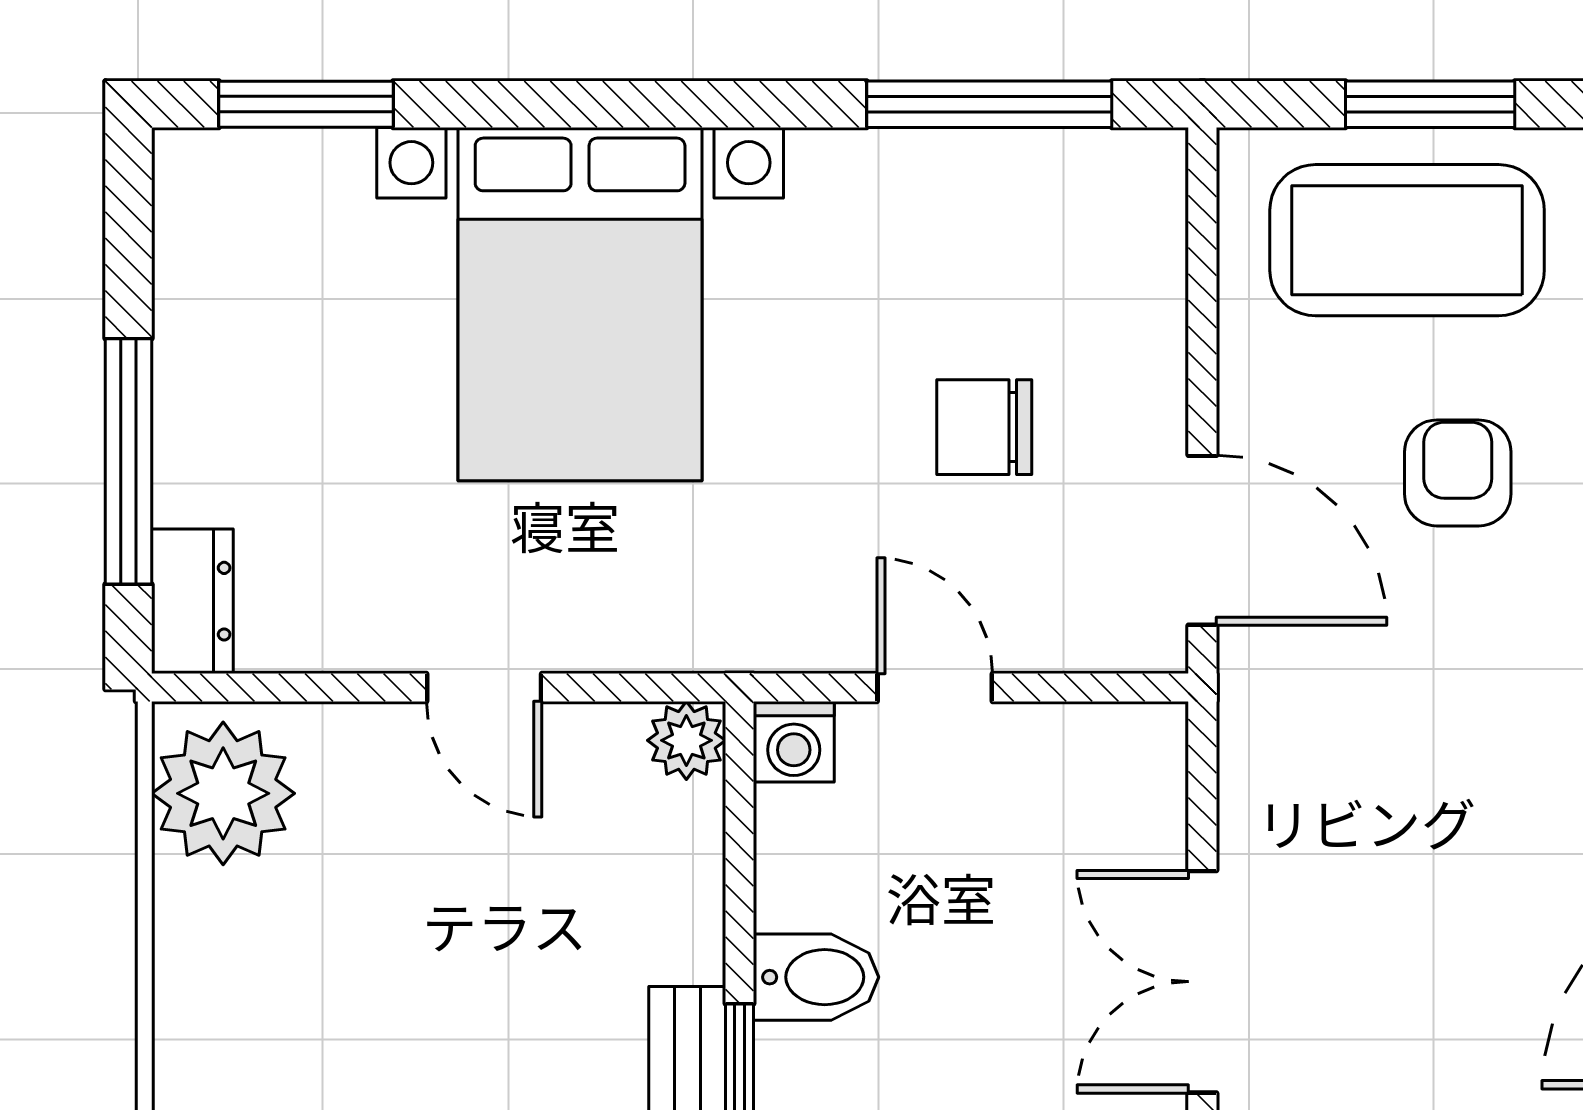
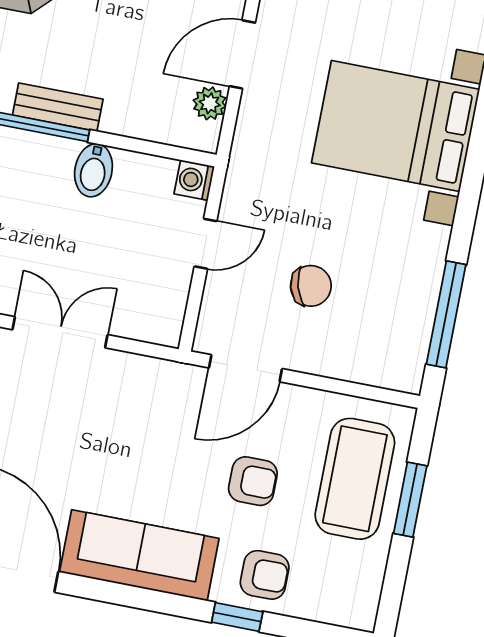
chair: (984, 427) -> (311, 286), turned 74
door: (484, 687) -> (242, 54), width x1.38
plant: (686, 740) -> (210, 103), moved

